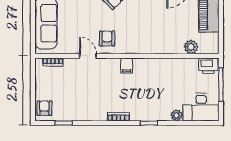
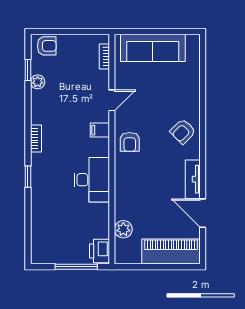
armchair: (107, 38) -> (130, 142), moved, turned 90
filing cabinet: (127, 66) -> (100, 130), moved
desk: (201, 107) -> (92, 180), moved, turned 180
plant: (176, 115) -> (38, 82), moved

